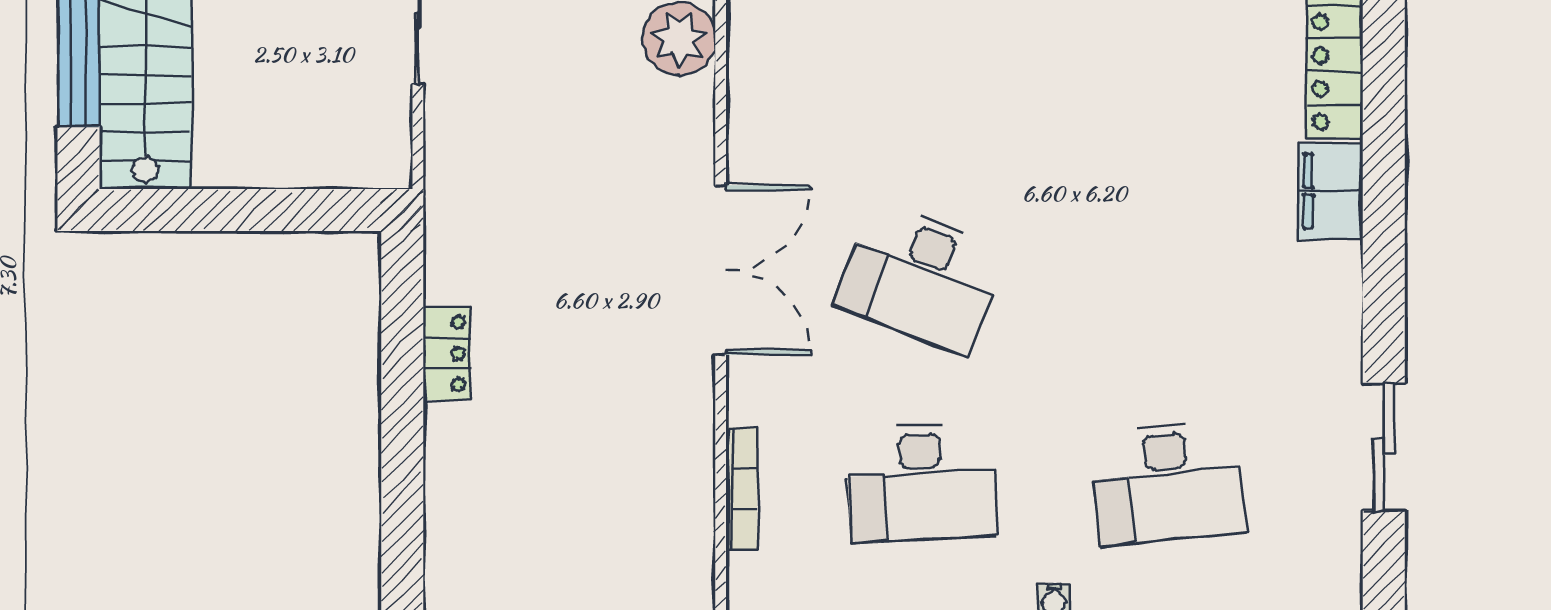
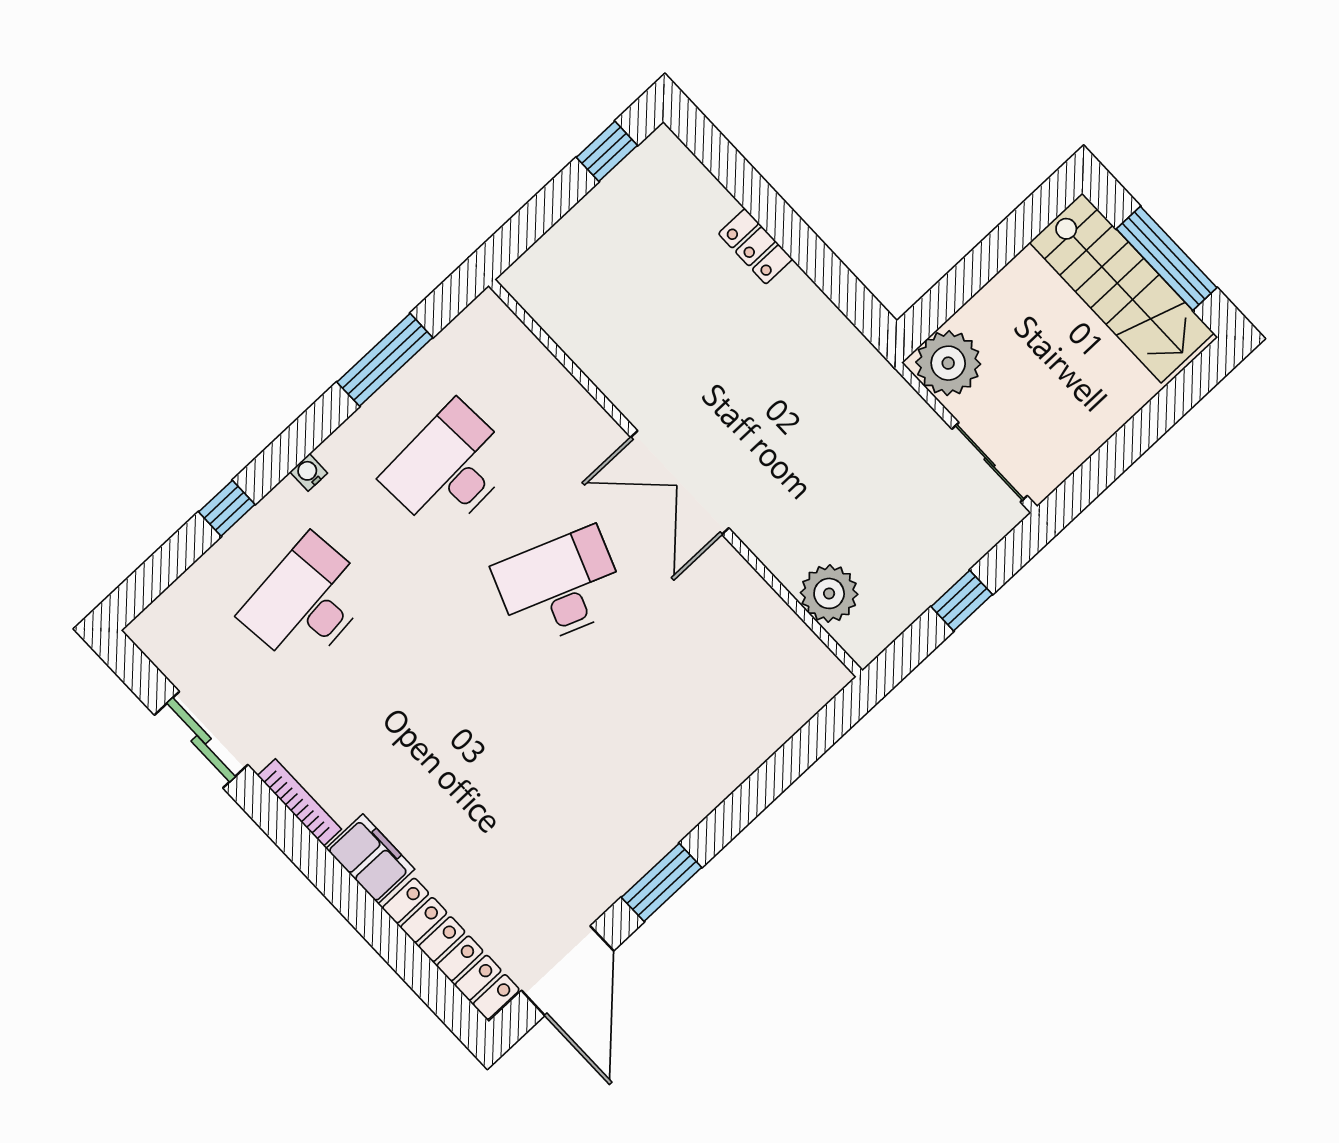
plant: (370, 148) -> (948, 363), added
locker: (447, 353) -> (755, 246), moved
bookcase: (742, 489) -> (299, 802), moved, turned 180

